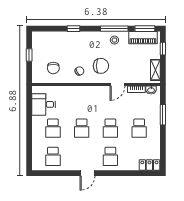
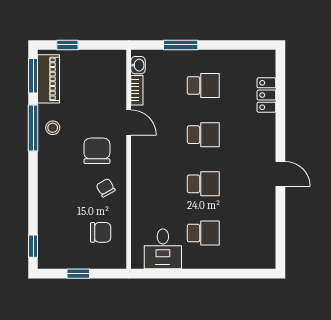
window: (74, 29) -> (33, 246), moved
shelving: (155, 70) -> (104, 58), removed
school desk: (53, 156) -> (252, 233), removed
school desk: (110, 156) -> (252, 135), removed
locker: (149, 165) -> (266, 95), moved

